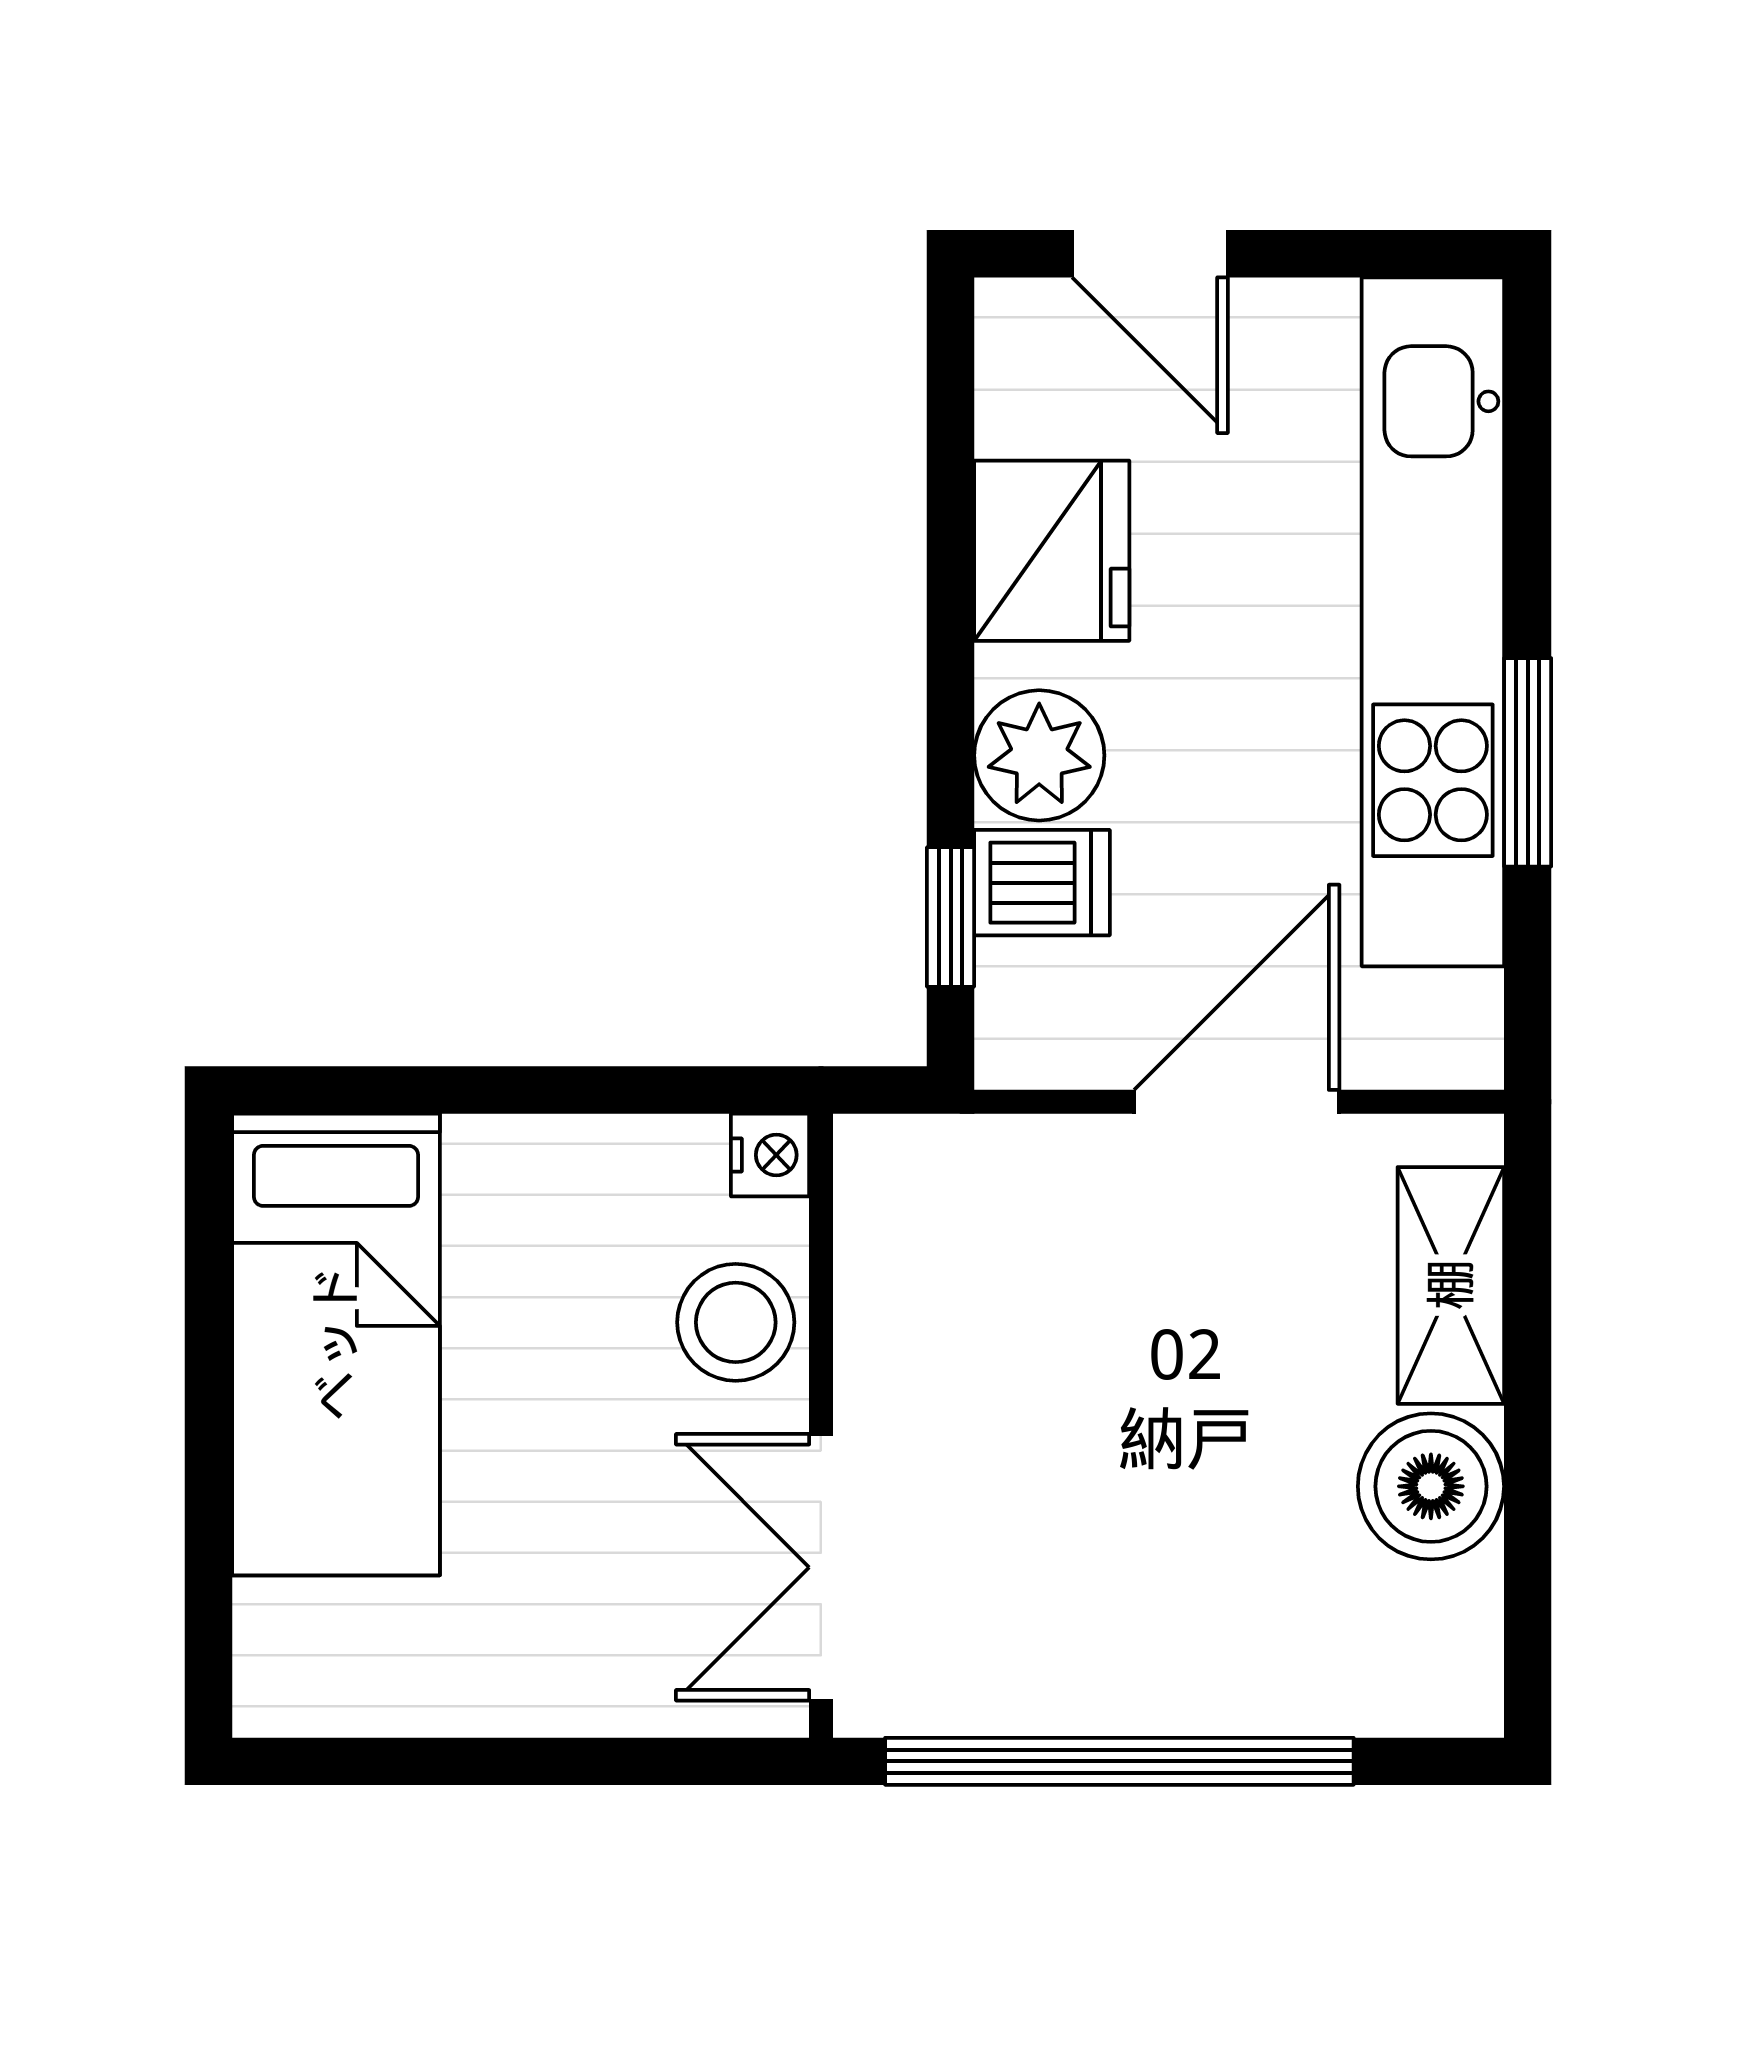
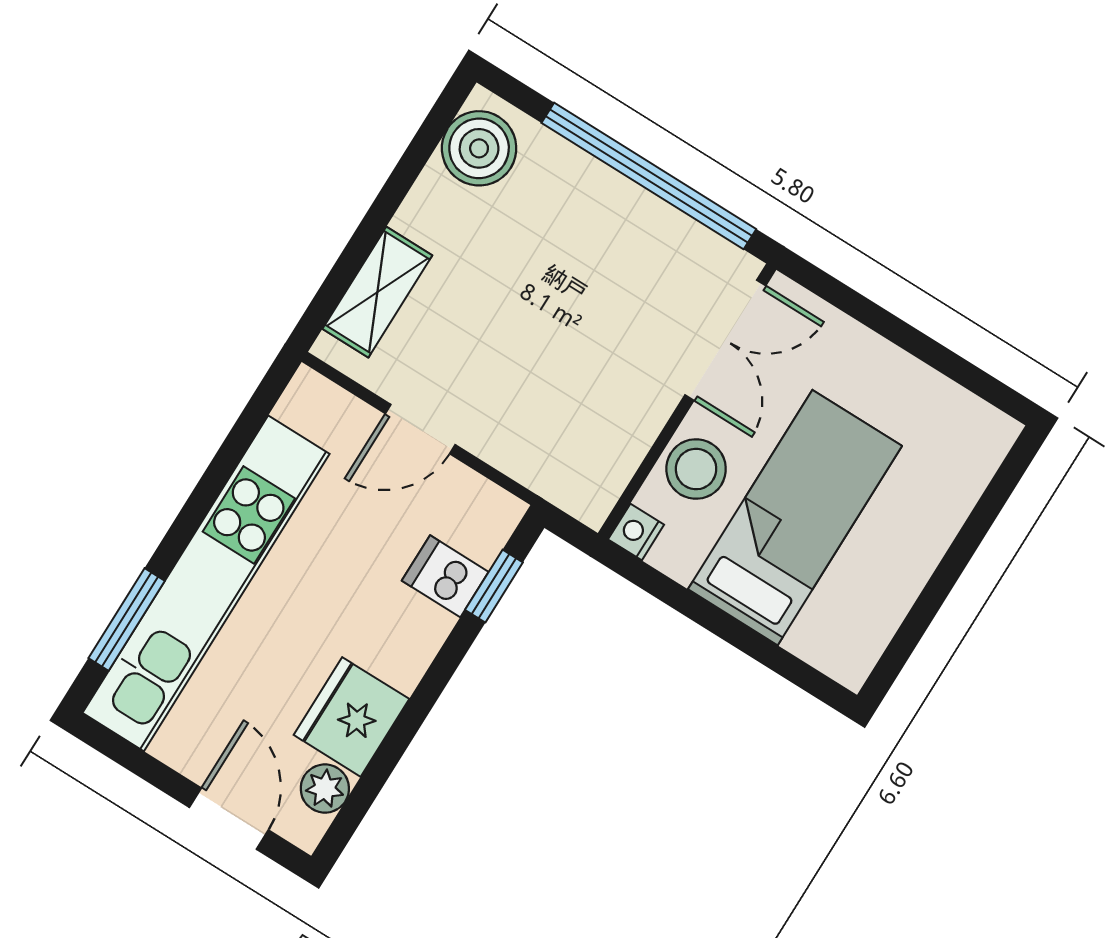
plant: (1039, 755) -> (325, 789), moved, width x0.73, depth x0.73
window: (1528, 762) -> (127, 619), moved
door: (1237, 1102) -> (420, 429), width x0.73
bed: (336, 1344) -> (795, 518), moved
boiler: (1431, 1486) -> (479, 148), moved

